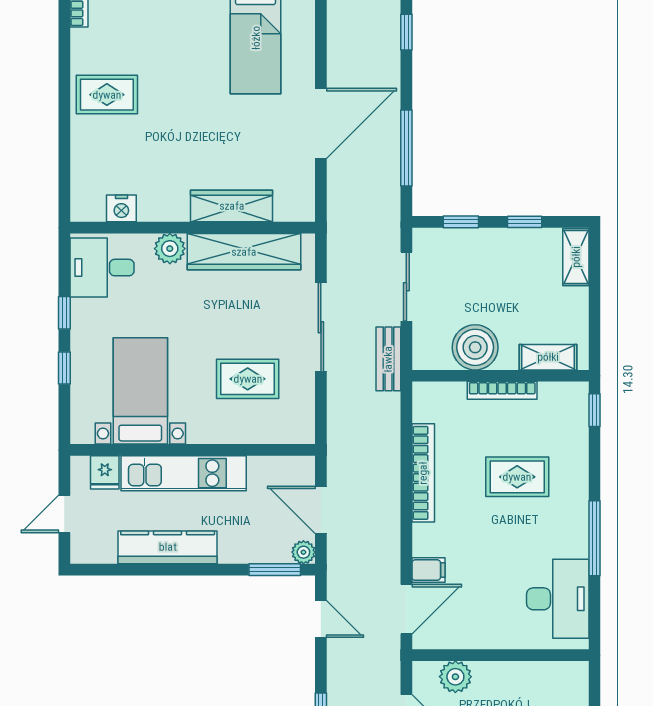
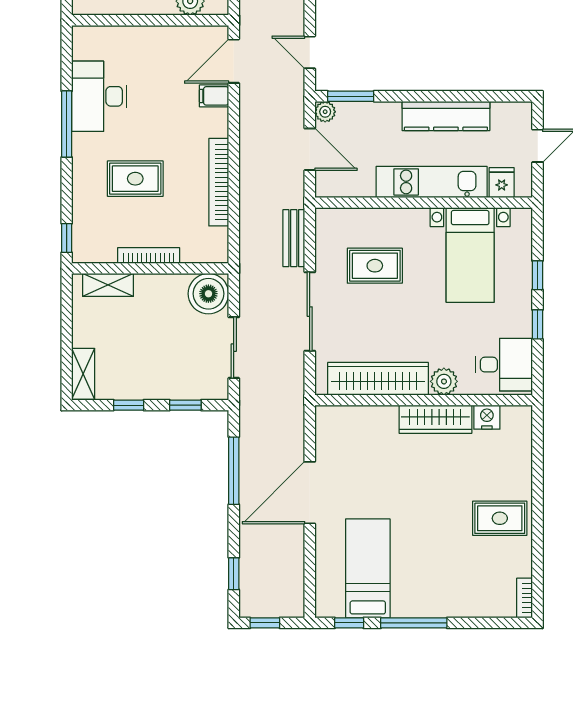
wardrobe: (232, 206) -> (435, 419), moved
boiler: (475, 347) -> (208, 294), moved
bench: (388, 359) -> (294, 238), moved
desk: (558, 599) -> (99, 96), moved

